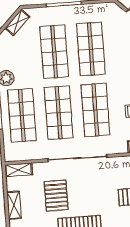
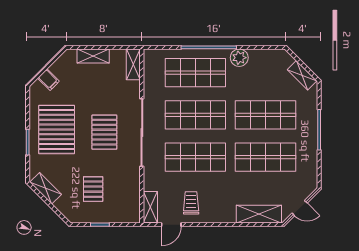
pallet: (56, 196) -> (104, 132), moved, turned 90

